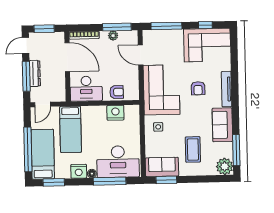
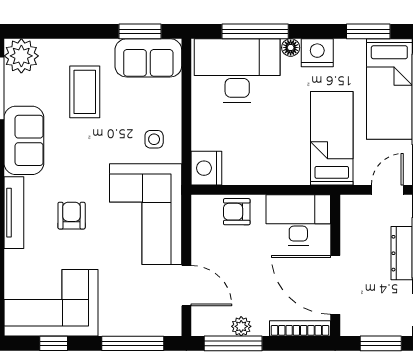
nightstand: (115, 113) -> (206, 168), moved, turned 90

